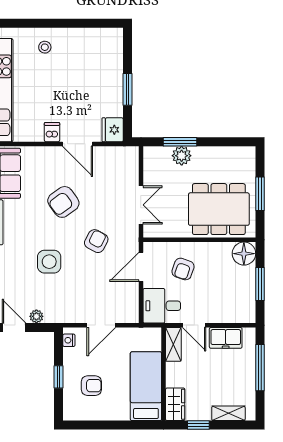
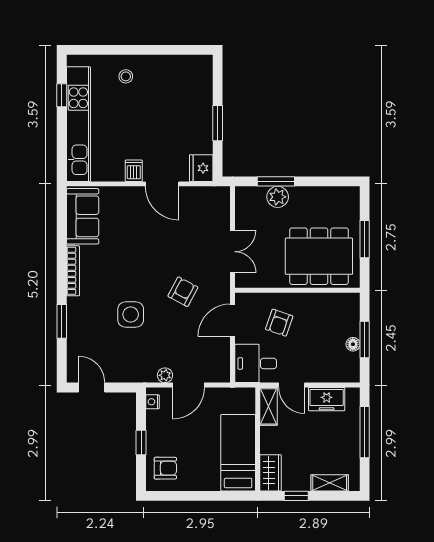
armchair: (63, 202) -> (146, 248), removed
floor lamp: (244, 254) -> (353, 344), moved, width x0.53, depth x0.53
plant: (36, 316) -> (165, 375), moved
armchair: (91, 386) -> (165, 468), moved

